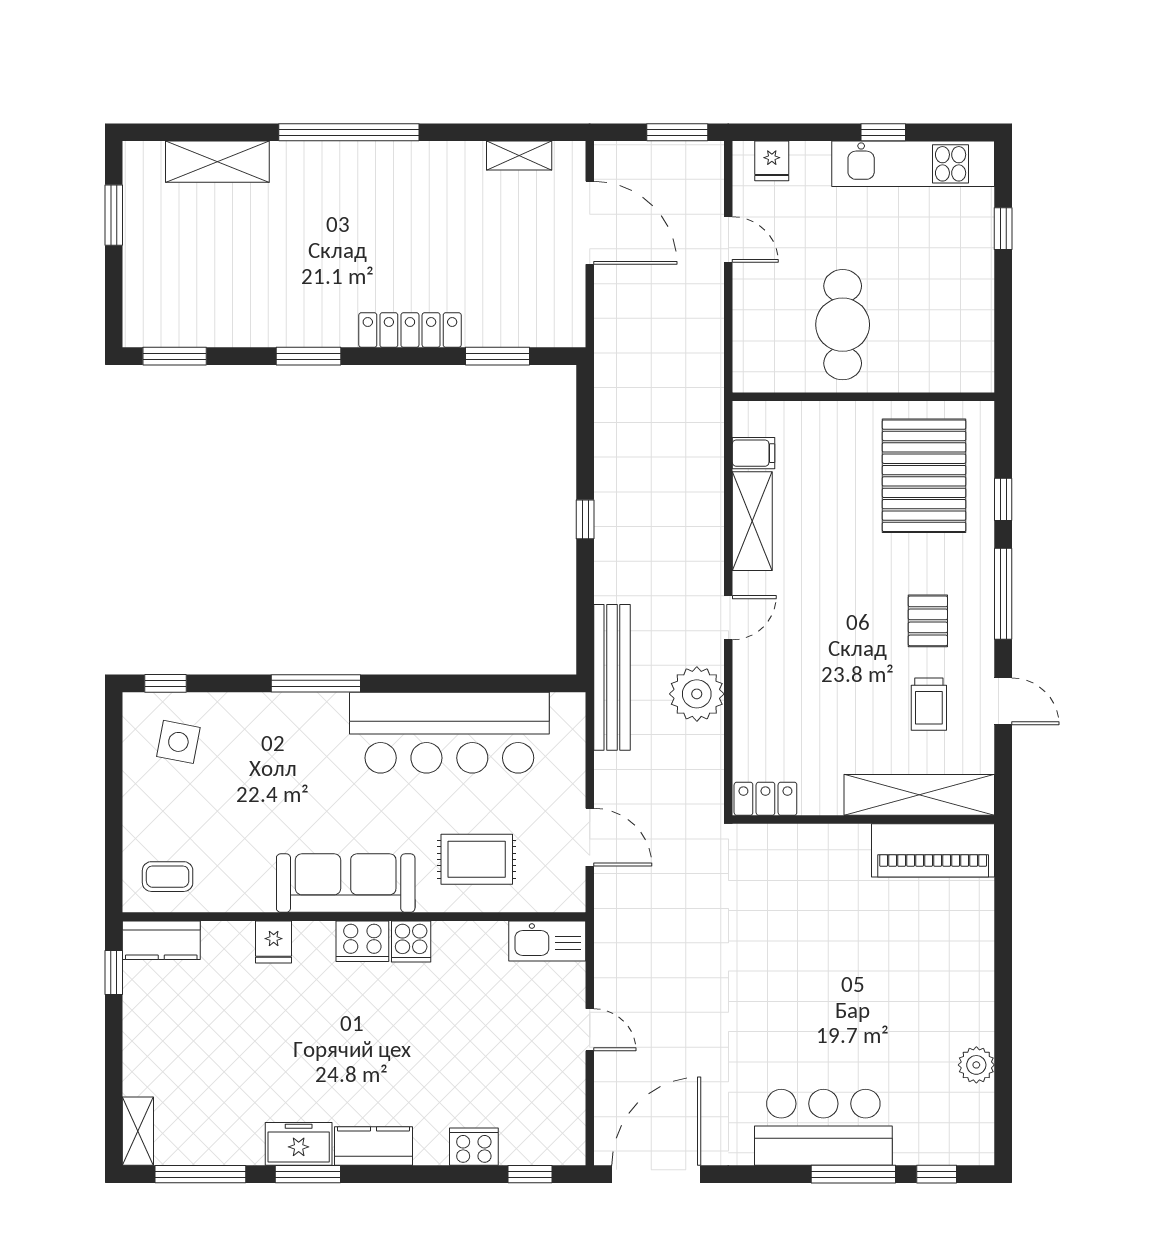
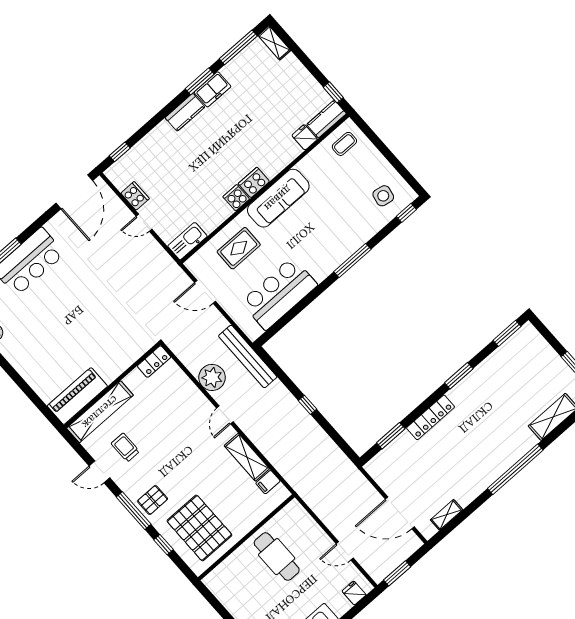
pallet: (928, 621) -> (153, 500), moved, turned 90
bar counter: (449, 733) -> (279, 294), width x0.73
fridge: (274, 942) -> (305, 137), moved
cooker: (474, 1147) -> (135, 196), moved, turned -90

